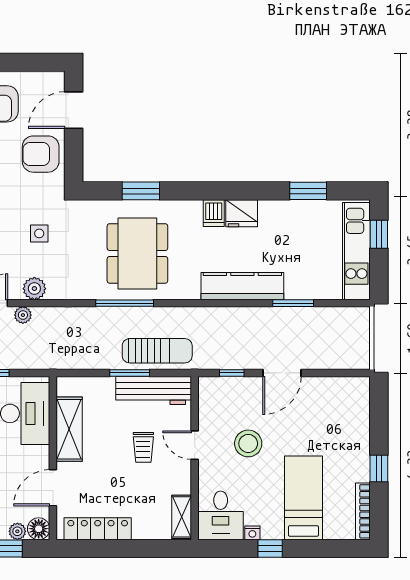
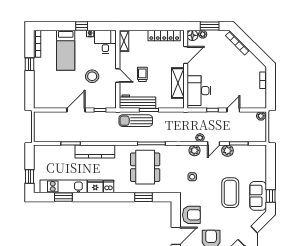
kitchen unit: (356, 251) -> (63, 186), moved, turned -90

